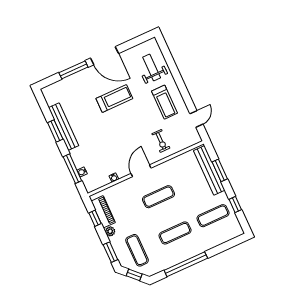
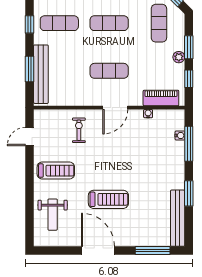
window: (73, 70) -> (153, 251), moved
treadmill: (114, 98) -> (108, 199), turned 180
treadmill: (164, 102) -> (56, 171), turned 90
bench: (64, 127) -> (178, 218), moved
piano: (103, 212) -> (161, 98), moved, turned 90
window: (110, 252) -> (189, 47), moved

